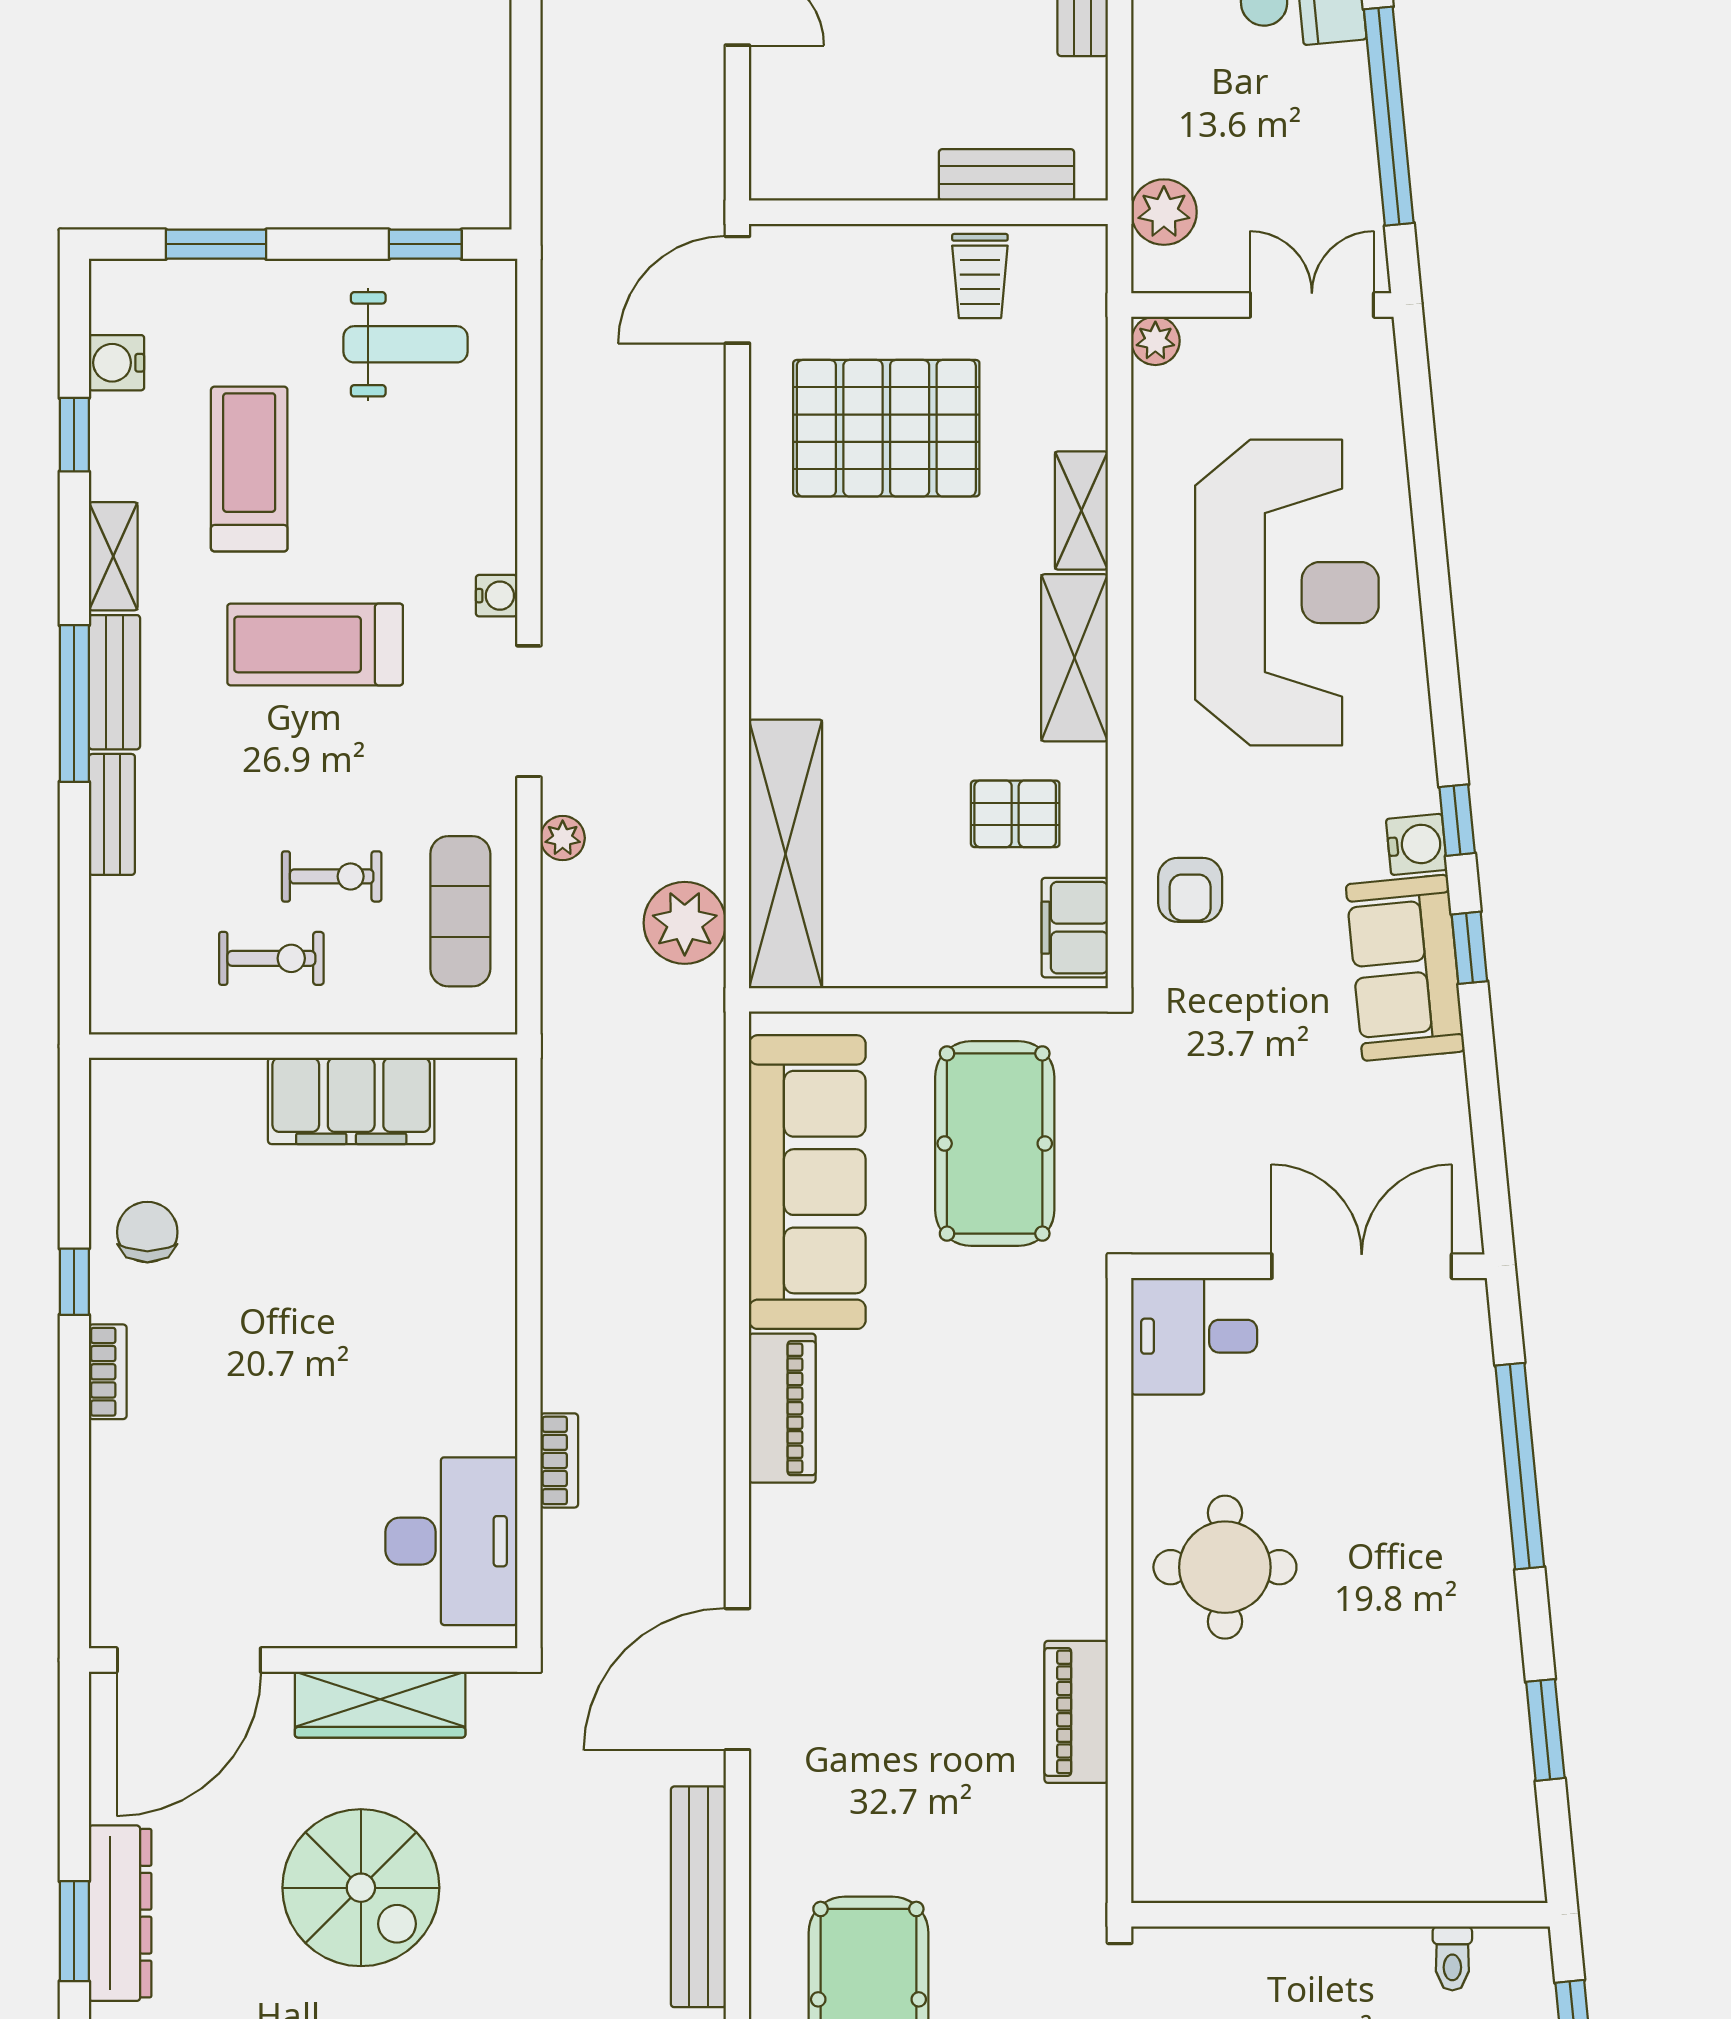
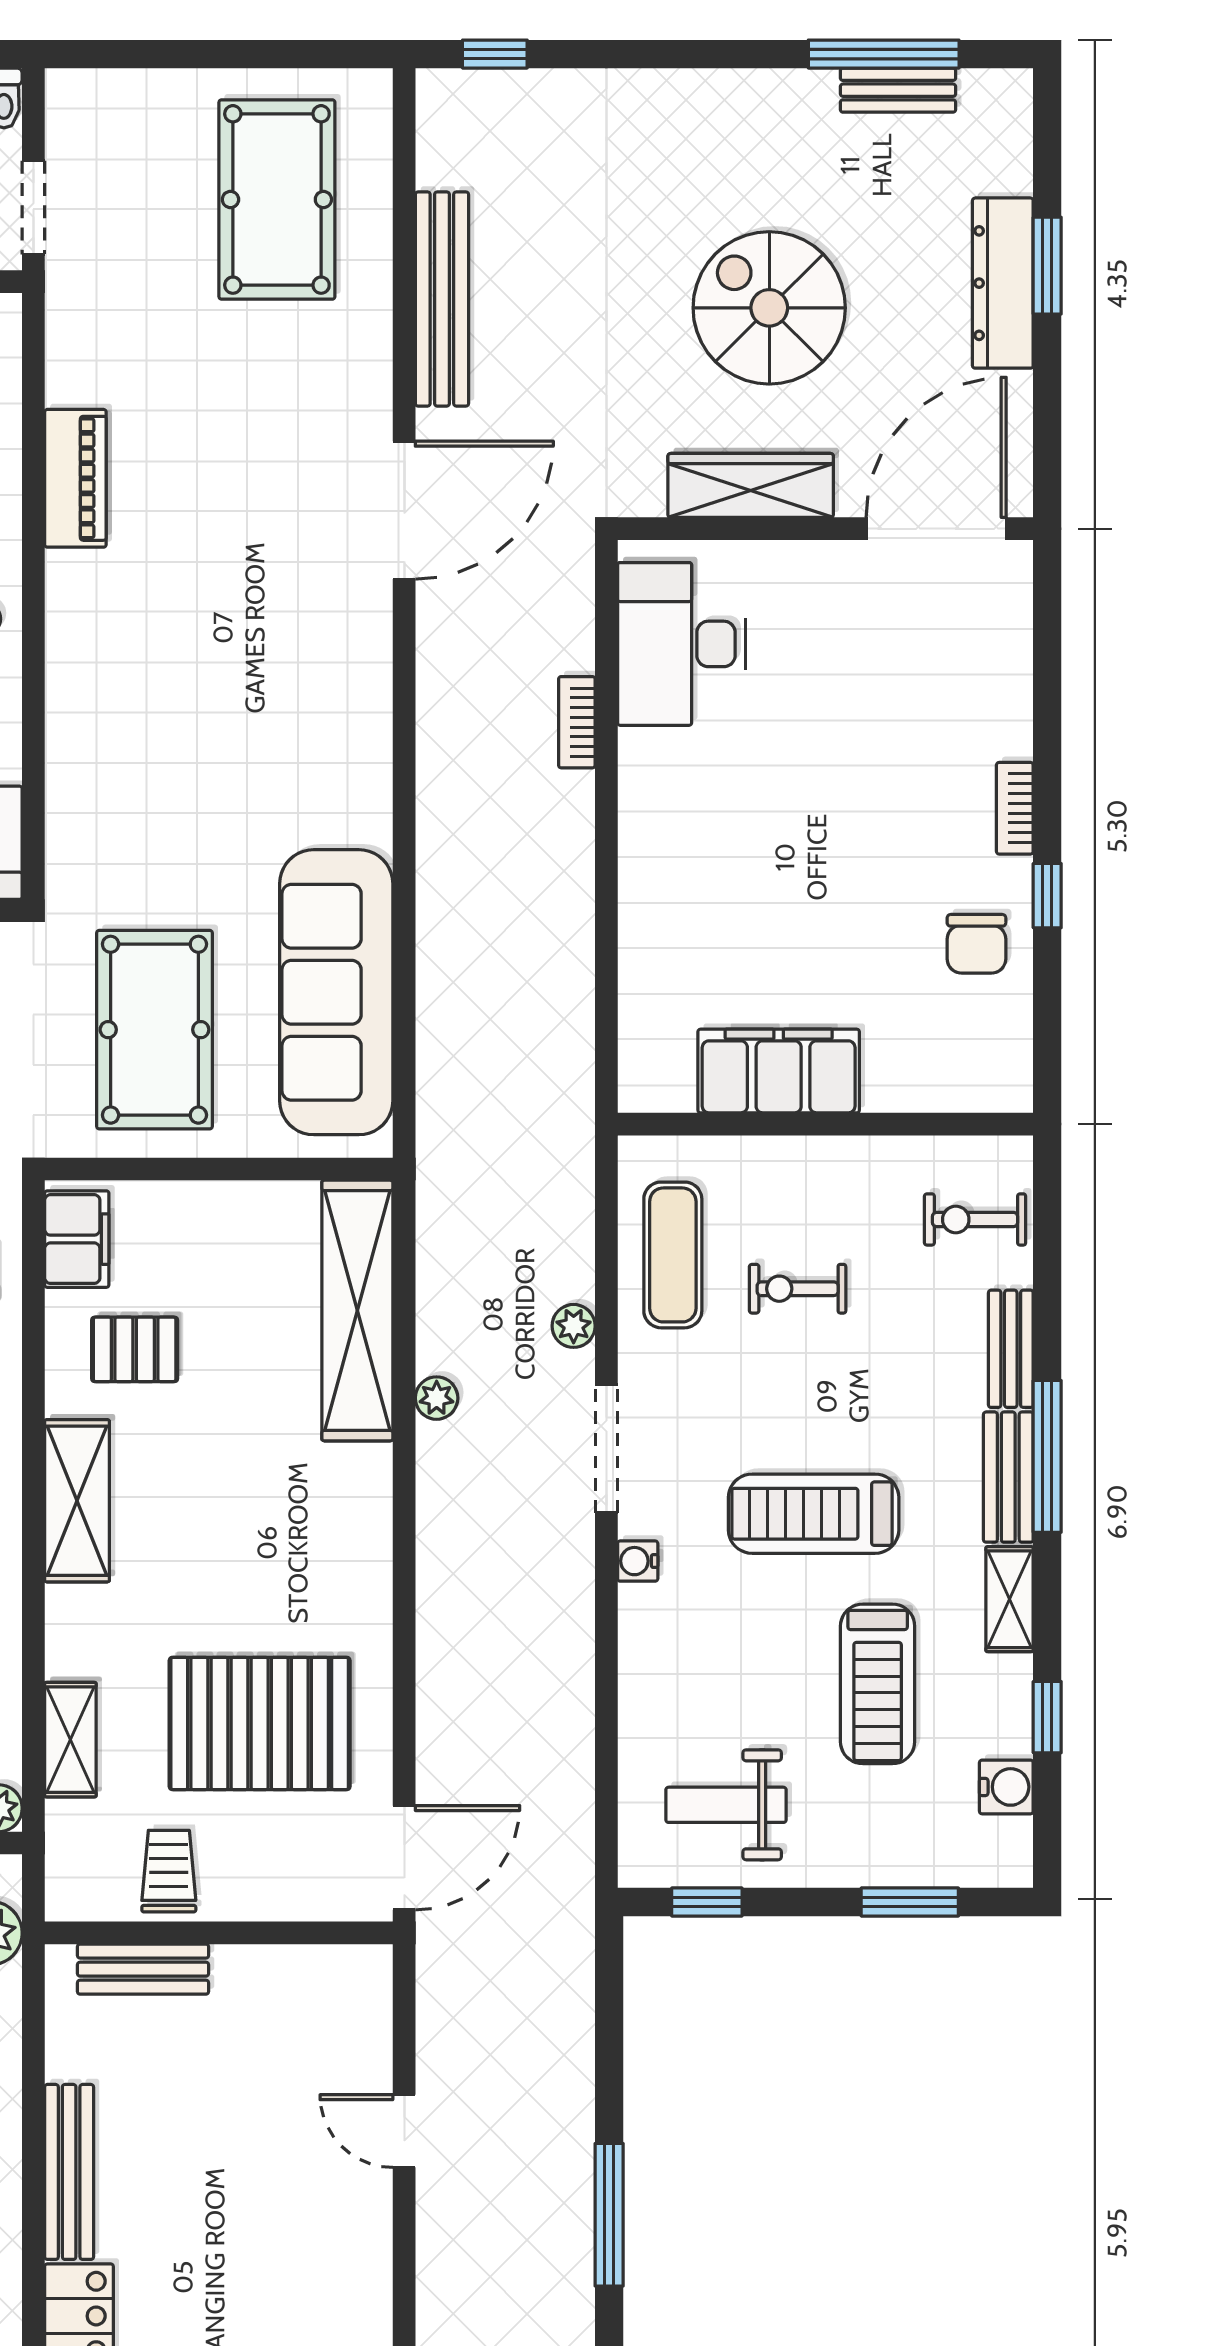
shelving: (1081, 511) -> (70, 1740), moved
treadmill: (315, 644) -> (814, 1514), turned 180
plant: (685, 923) -> (437, 1398), moved, width x0.53, depth x0.53
exercise bike: (271, 958) -> (975, 1219), moved
piano: (782, 1408) -> (361, 773), removed

